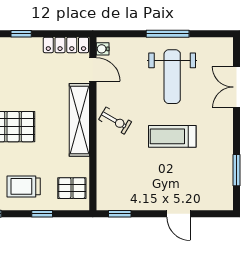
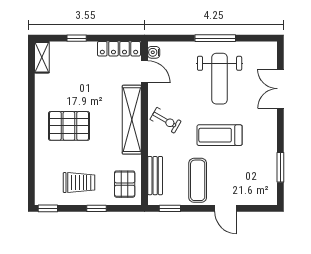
bench: (104, 179) -> (155, 176), added
exercise mat: (149, 184) -> (198, 180), added
trolley: (24, 186) -> (79, 183), turned 180
pallet: (72, 188) -> (125, 184), turned 90

